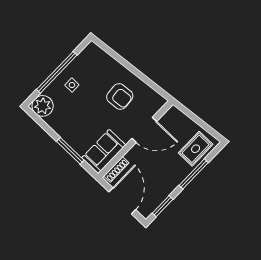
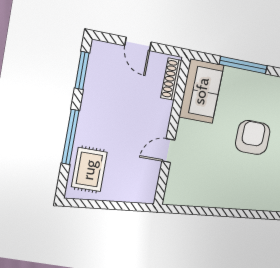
armchair: (120, 97) -> (253, 137), moved, turned 95
door: (144, 130) -> (168, 151), width x0.53
door: (122, 201) -> (138, 44), width x0.53

